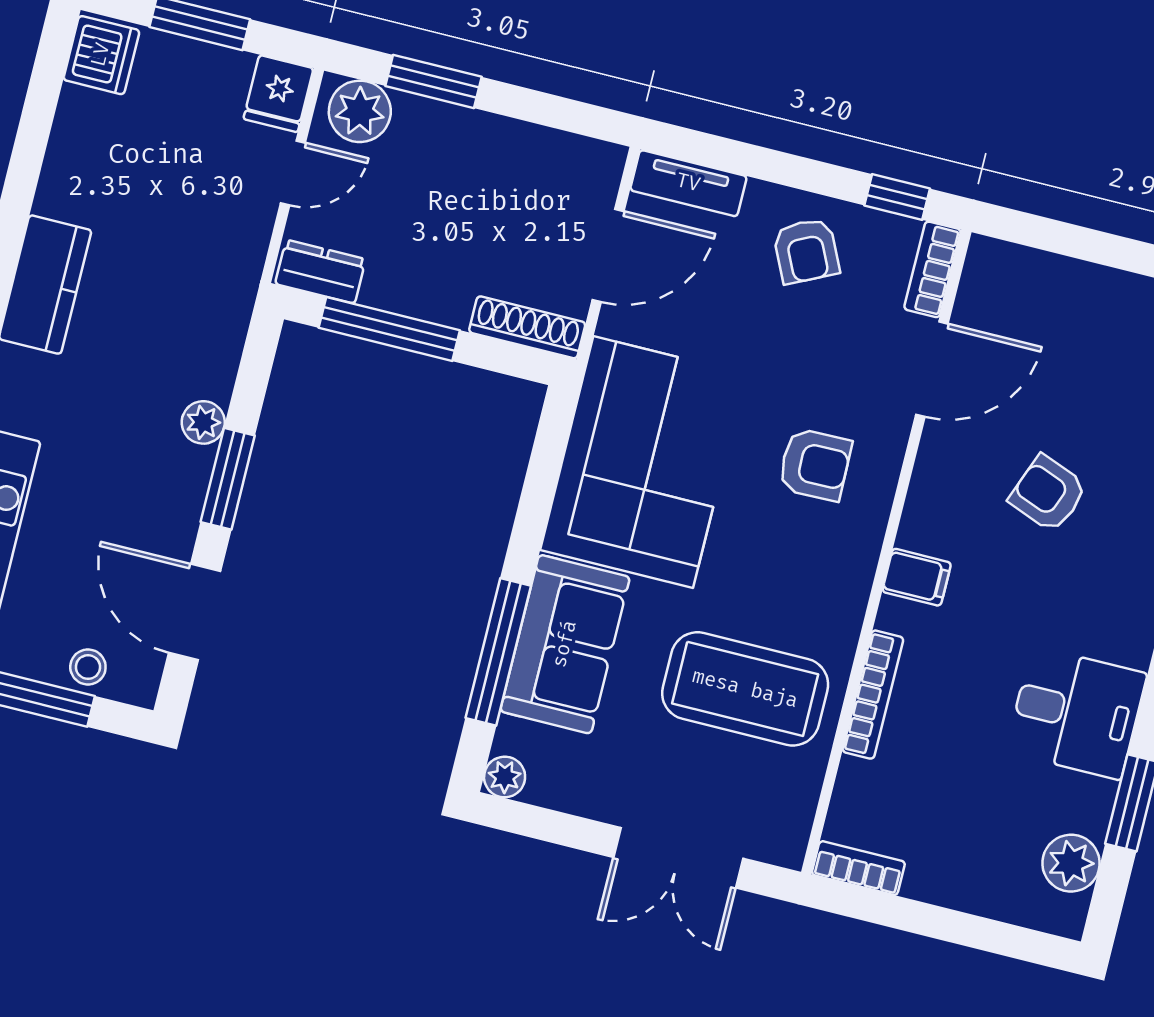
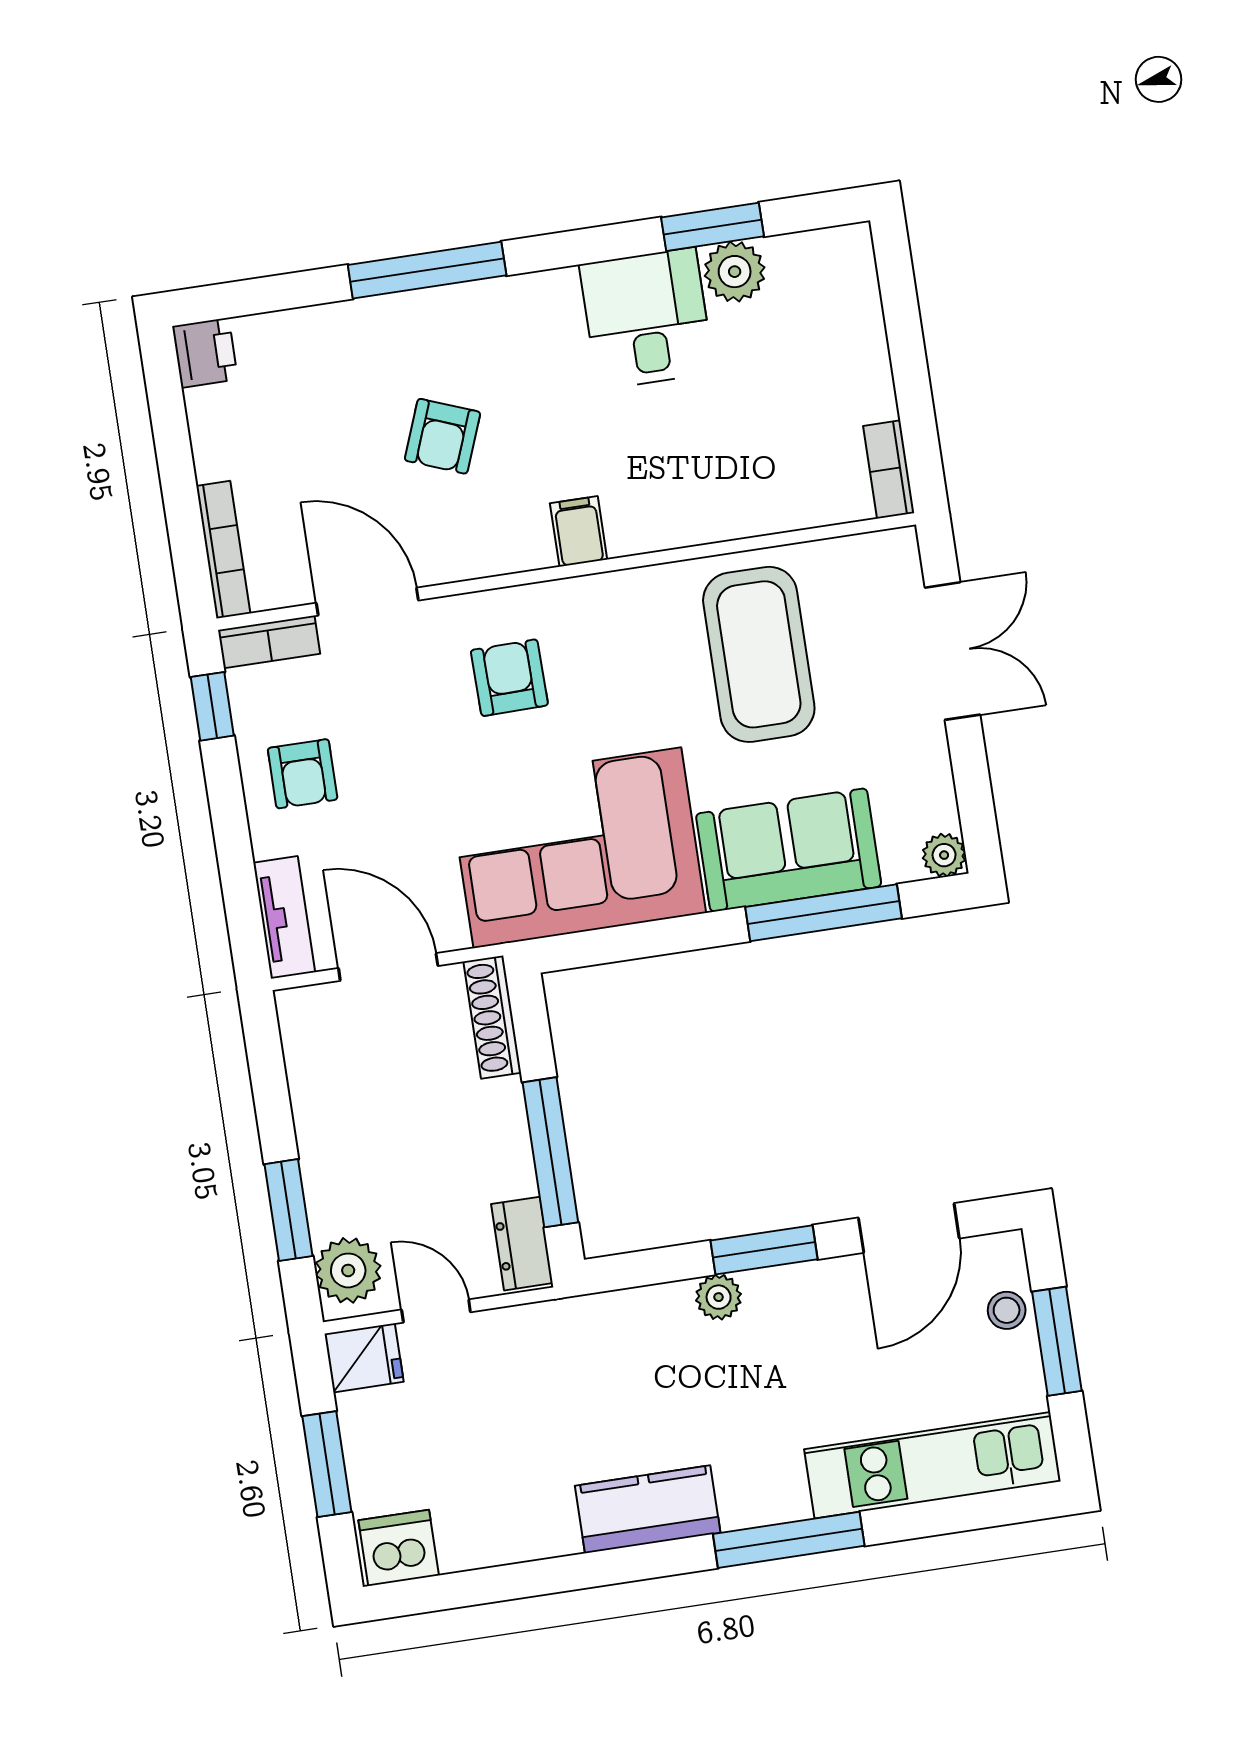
armchair: (806, 251) -> (303, 774), turned 116
bookcase: (873, 695) -> (223, 550), moved, turned 90
plant: (1071, 863) -> (735, 272), moved

